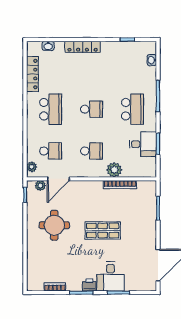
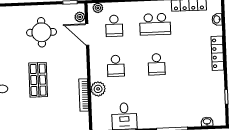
school desk: (132, 109) -> (158, 104), removed

